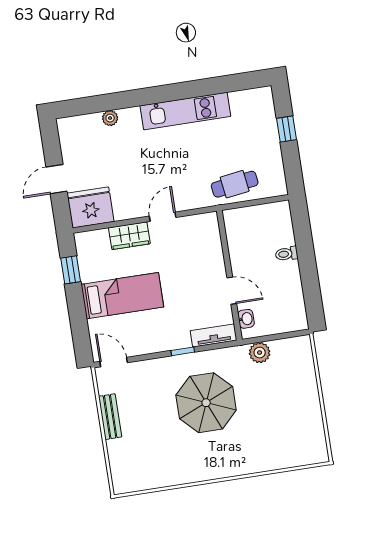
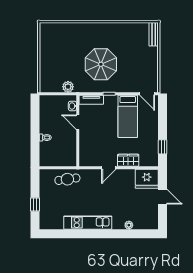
door: (57, 179) -> (163, 197), hinge flipped
bed: (122, 296) -> (128, 116), moved, turned -90
bench: (110, 417) -> (154, 34), moved

